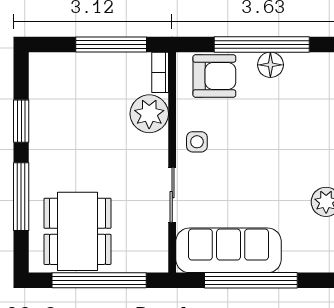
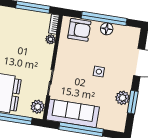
plant: (149, 114) -> (51, 39), width x0.53, depth x0.53
side table: (197, 142) -> (99, 72), moved
plant: (154, 248) -> (38, 107), added

